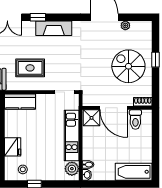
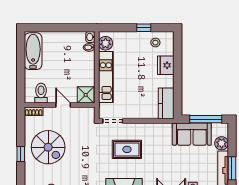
rug: (30, 68) -> (127, 149), moved
kitchen counter: (20, 102) -> (166, 103), moved, turned -90
door: (114, 108) -> (63, 105), width x0.53
bathtub: (134, 172) -> (33, 51), moved, turned -90

